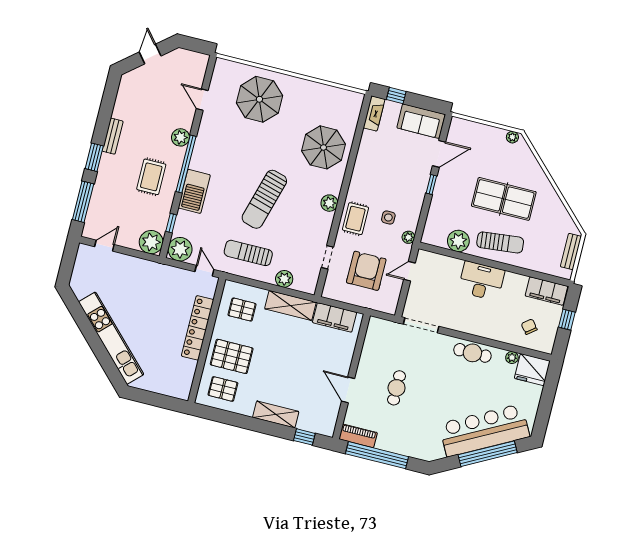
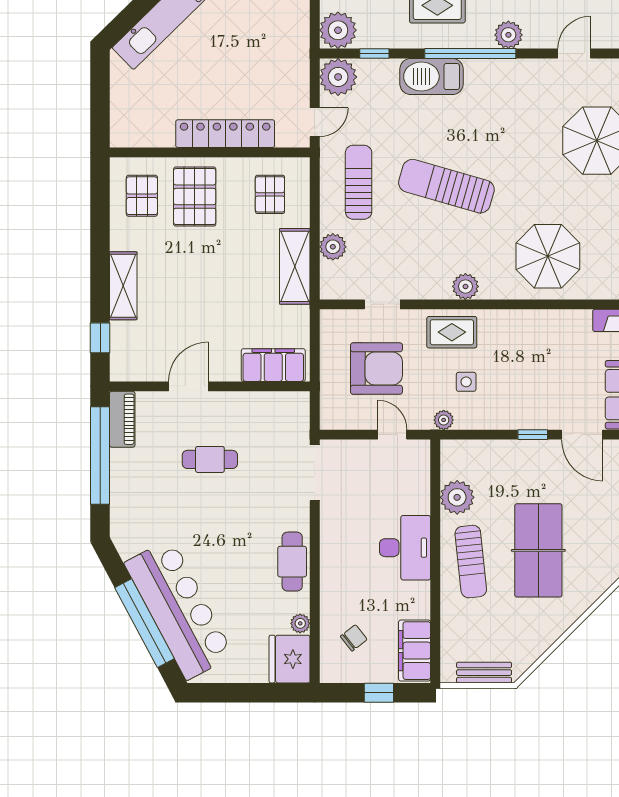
filing cabinet: (335, 317) -> (273, 365), moved, turned 90

